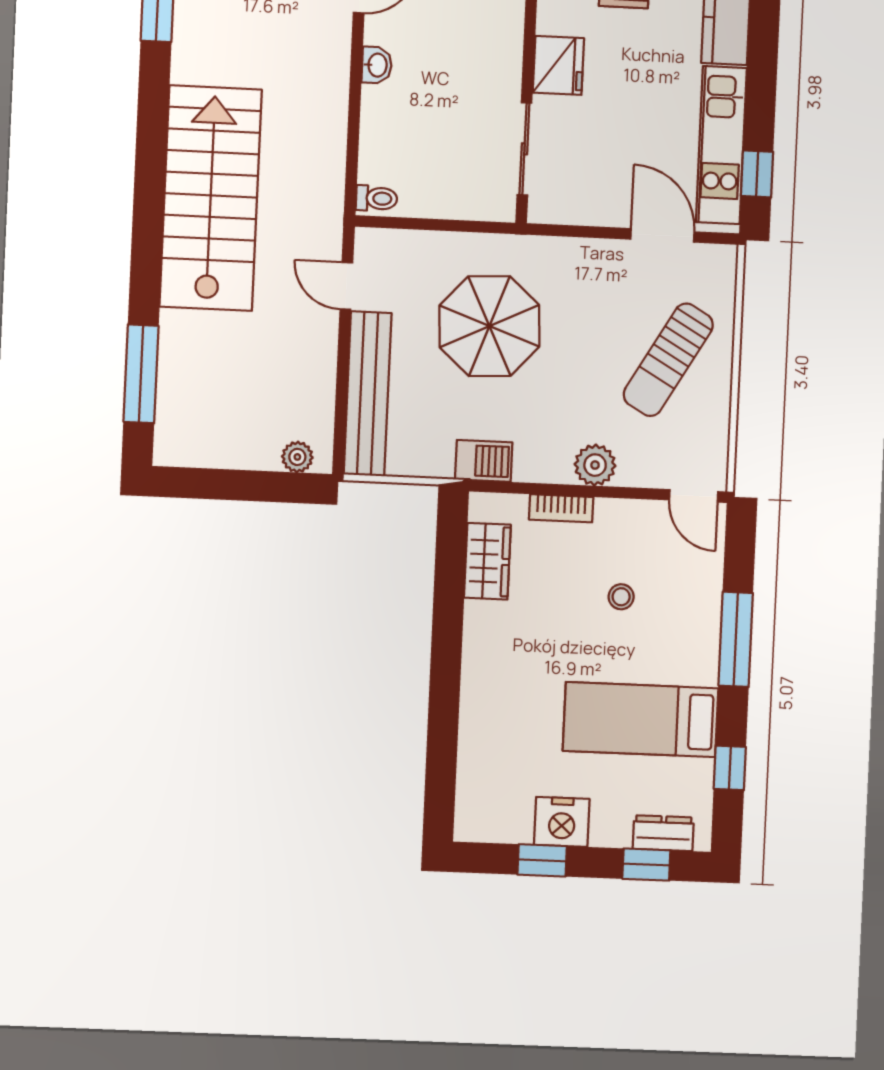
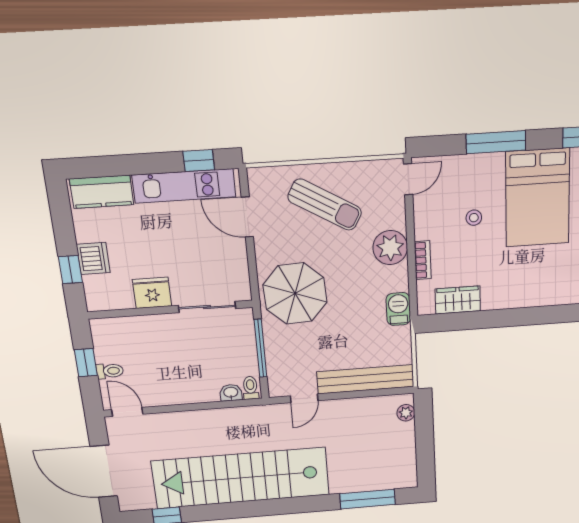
washbasin: (377, 65) -> (231, 393), moved
stairs: (211, 198) -> (241, 478), width x1.36
window: (444, 225) -> (260, 348), added
door: (662, 235) -> (247, 217), hinge flipped
parasol: (489, 326) -> (295, 294), moved
plant: (595, 465) -> (390, 248), width x1.36, depth x1.36
bed: (641, 720) -> (538, 198), width x1.50

